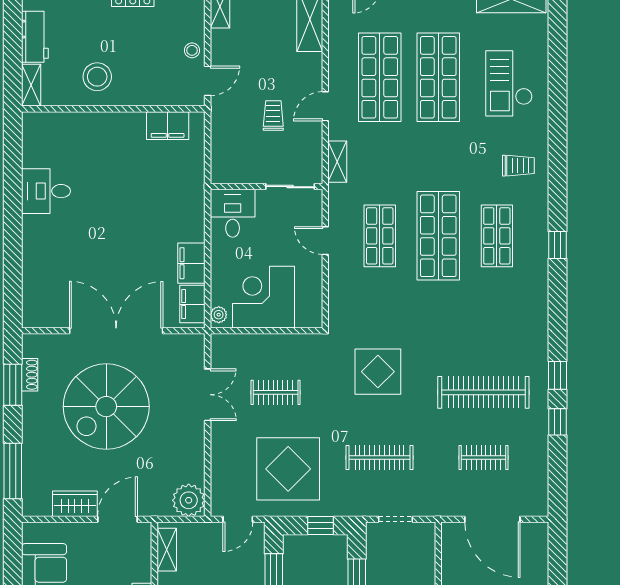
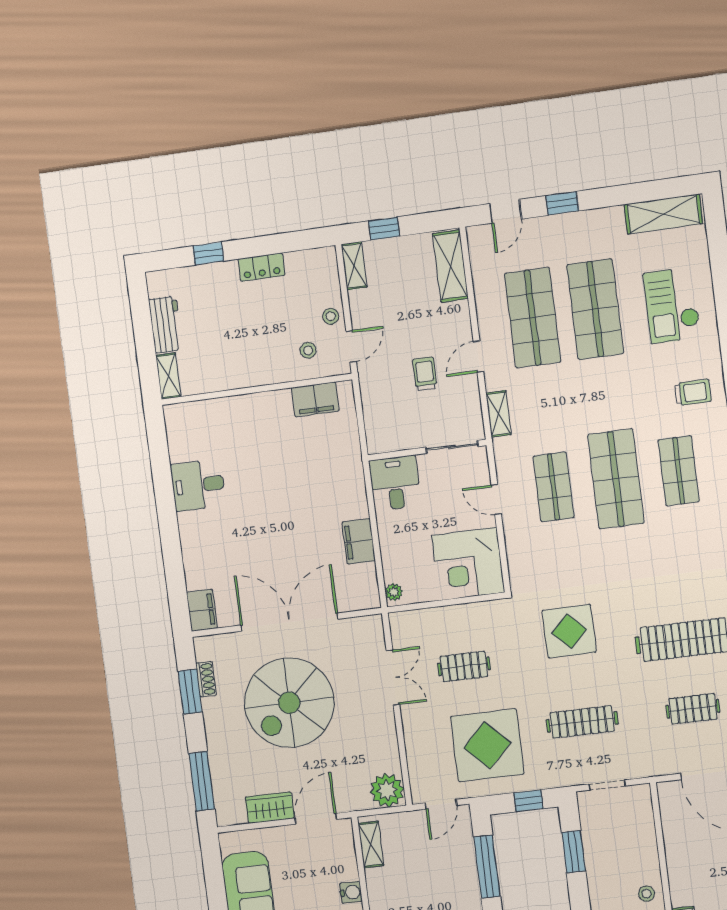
stool: (97, 77) -> (308, 350), moved, width x0.53, depth x0.53
corner desk: (263, 297) -> (468, 564), moved, turned -90
filing cabinet: (192, 304) -> (202, 610), moved, turned 180

